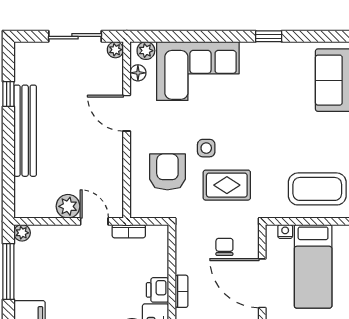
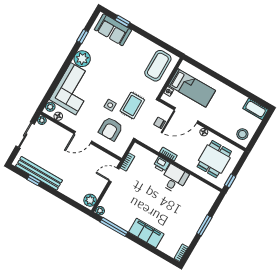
window: (269, 36) -> (83, 36), moved
plant: (256, 57) -> (82, 59), added
door: (127, 113) -> (83, 137), moved
bench: (25, 131) -> (39, 173), moved
armchair: (167, 172) -> (111, 129), turned -90
plant: (68, 206) -> (90, 200), moved

